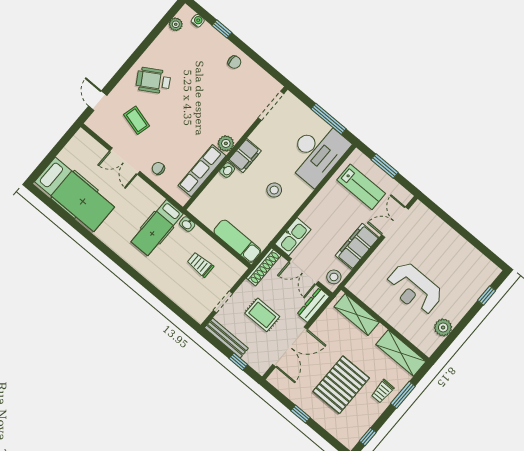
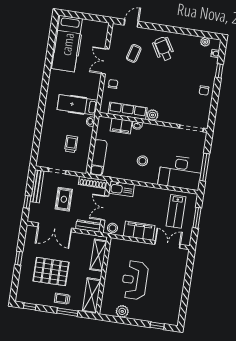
filing cabinet: (245, 156) -> (121, 126), moved

